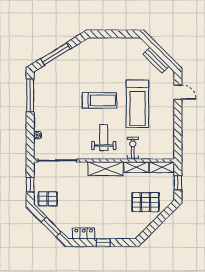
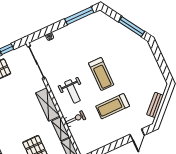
window: (55, 54) -> (132, 27), moved
treadmill: (137, 104) -> (113, 106), width x0.73, depth x0.73
weight bench: (104, 138) -> (72, 91), turned 90

